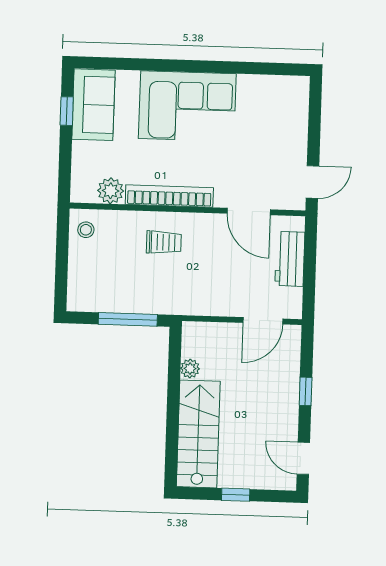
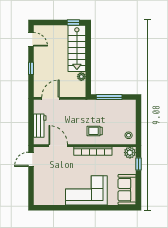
window: (67, 111) -> (139, 164), moved
plant: (111, 191) -> (130, 153), moved
window: (236, 495) -> (73, 23), moved

